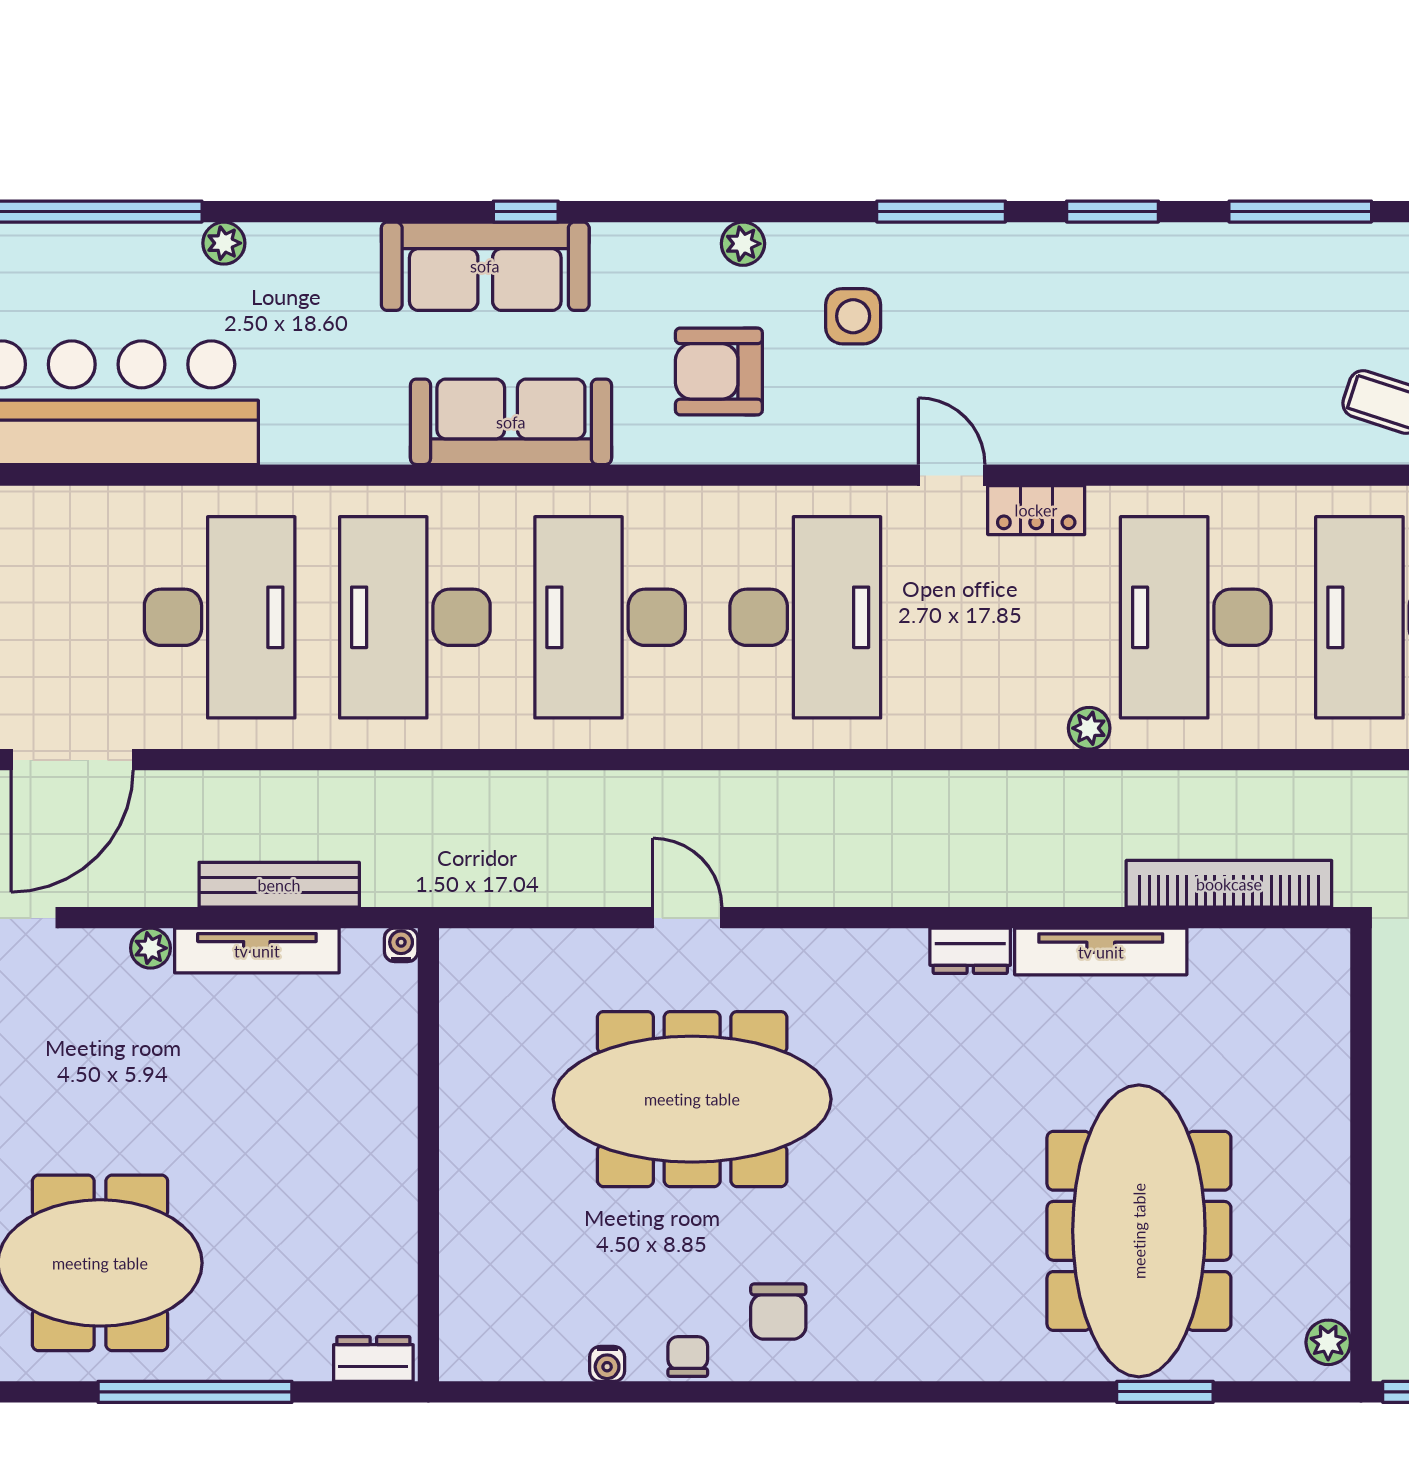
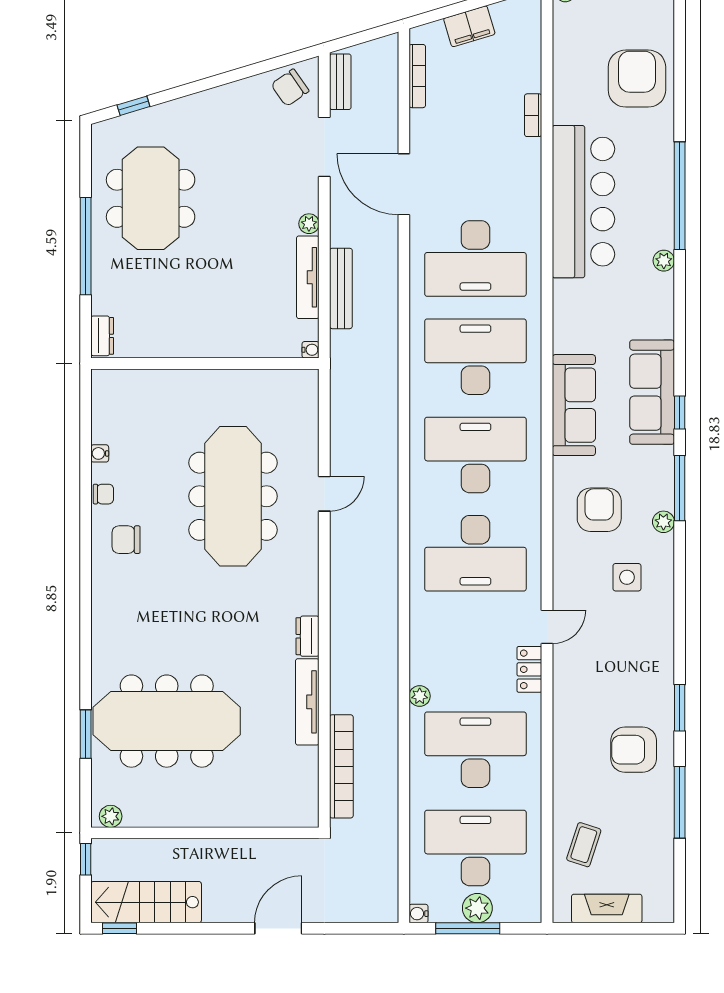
window: (941, 212) -> (680, 488), moved
armchair: (1196, 303) -> (634, 750), added

